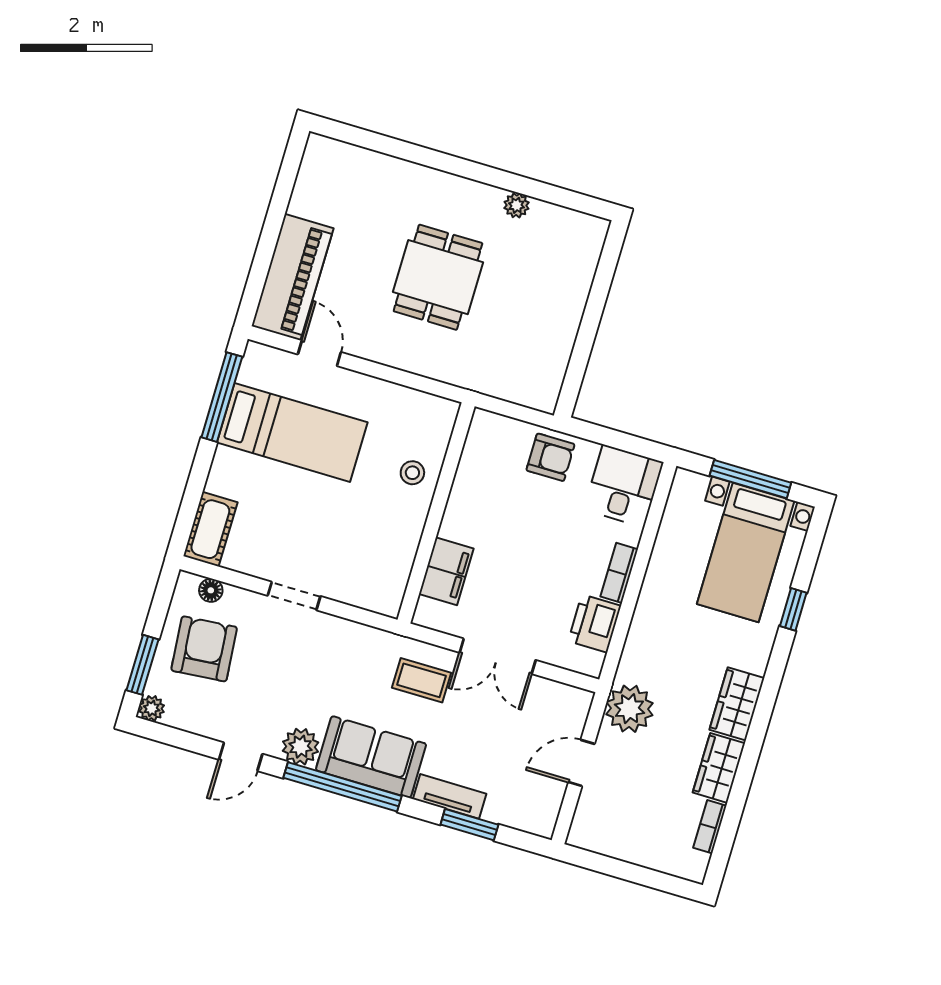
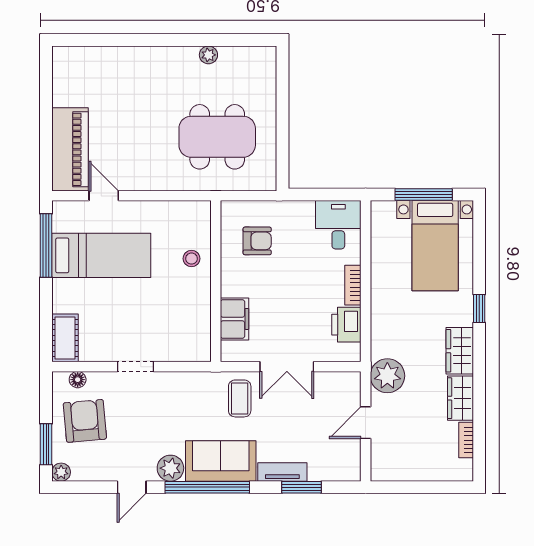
dining table: (438, 277) -> (217, 137), moved, width x1.38
armchair: (550, 457) -> (257, 241), moved
window: (793, 609) -> (479, 308), moved
coffee table: (421, 680) -> (240, 398), turned 90

